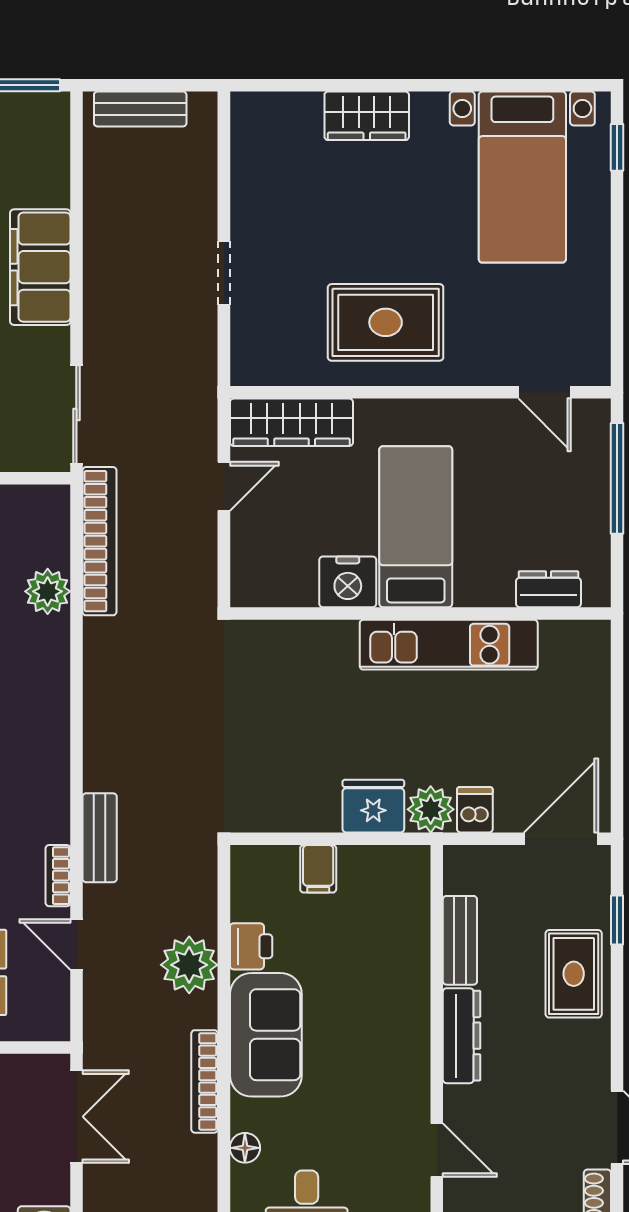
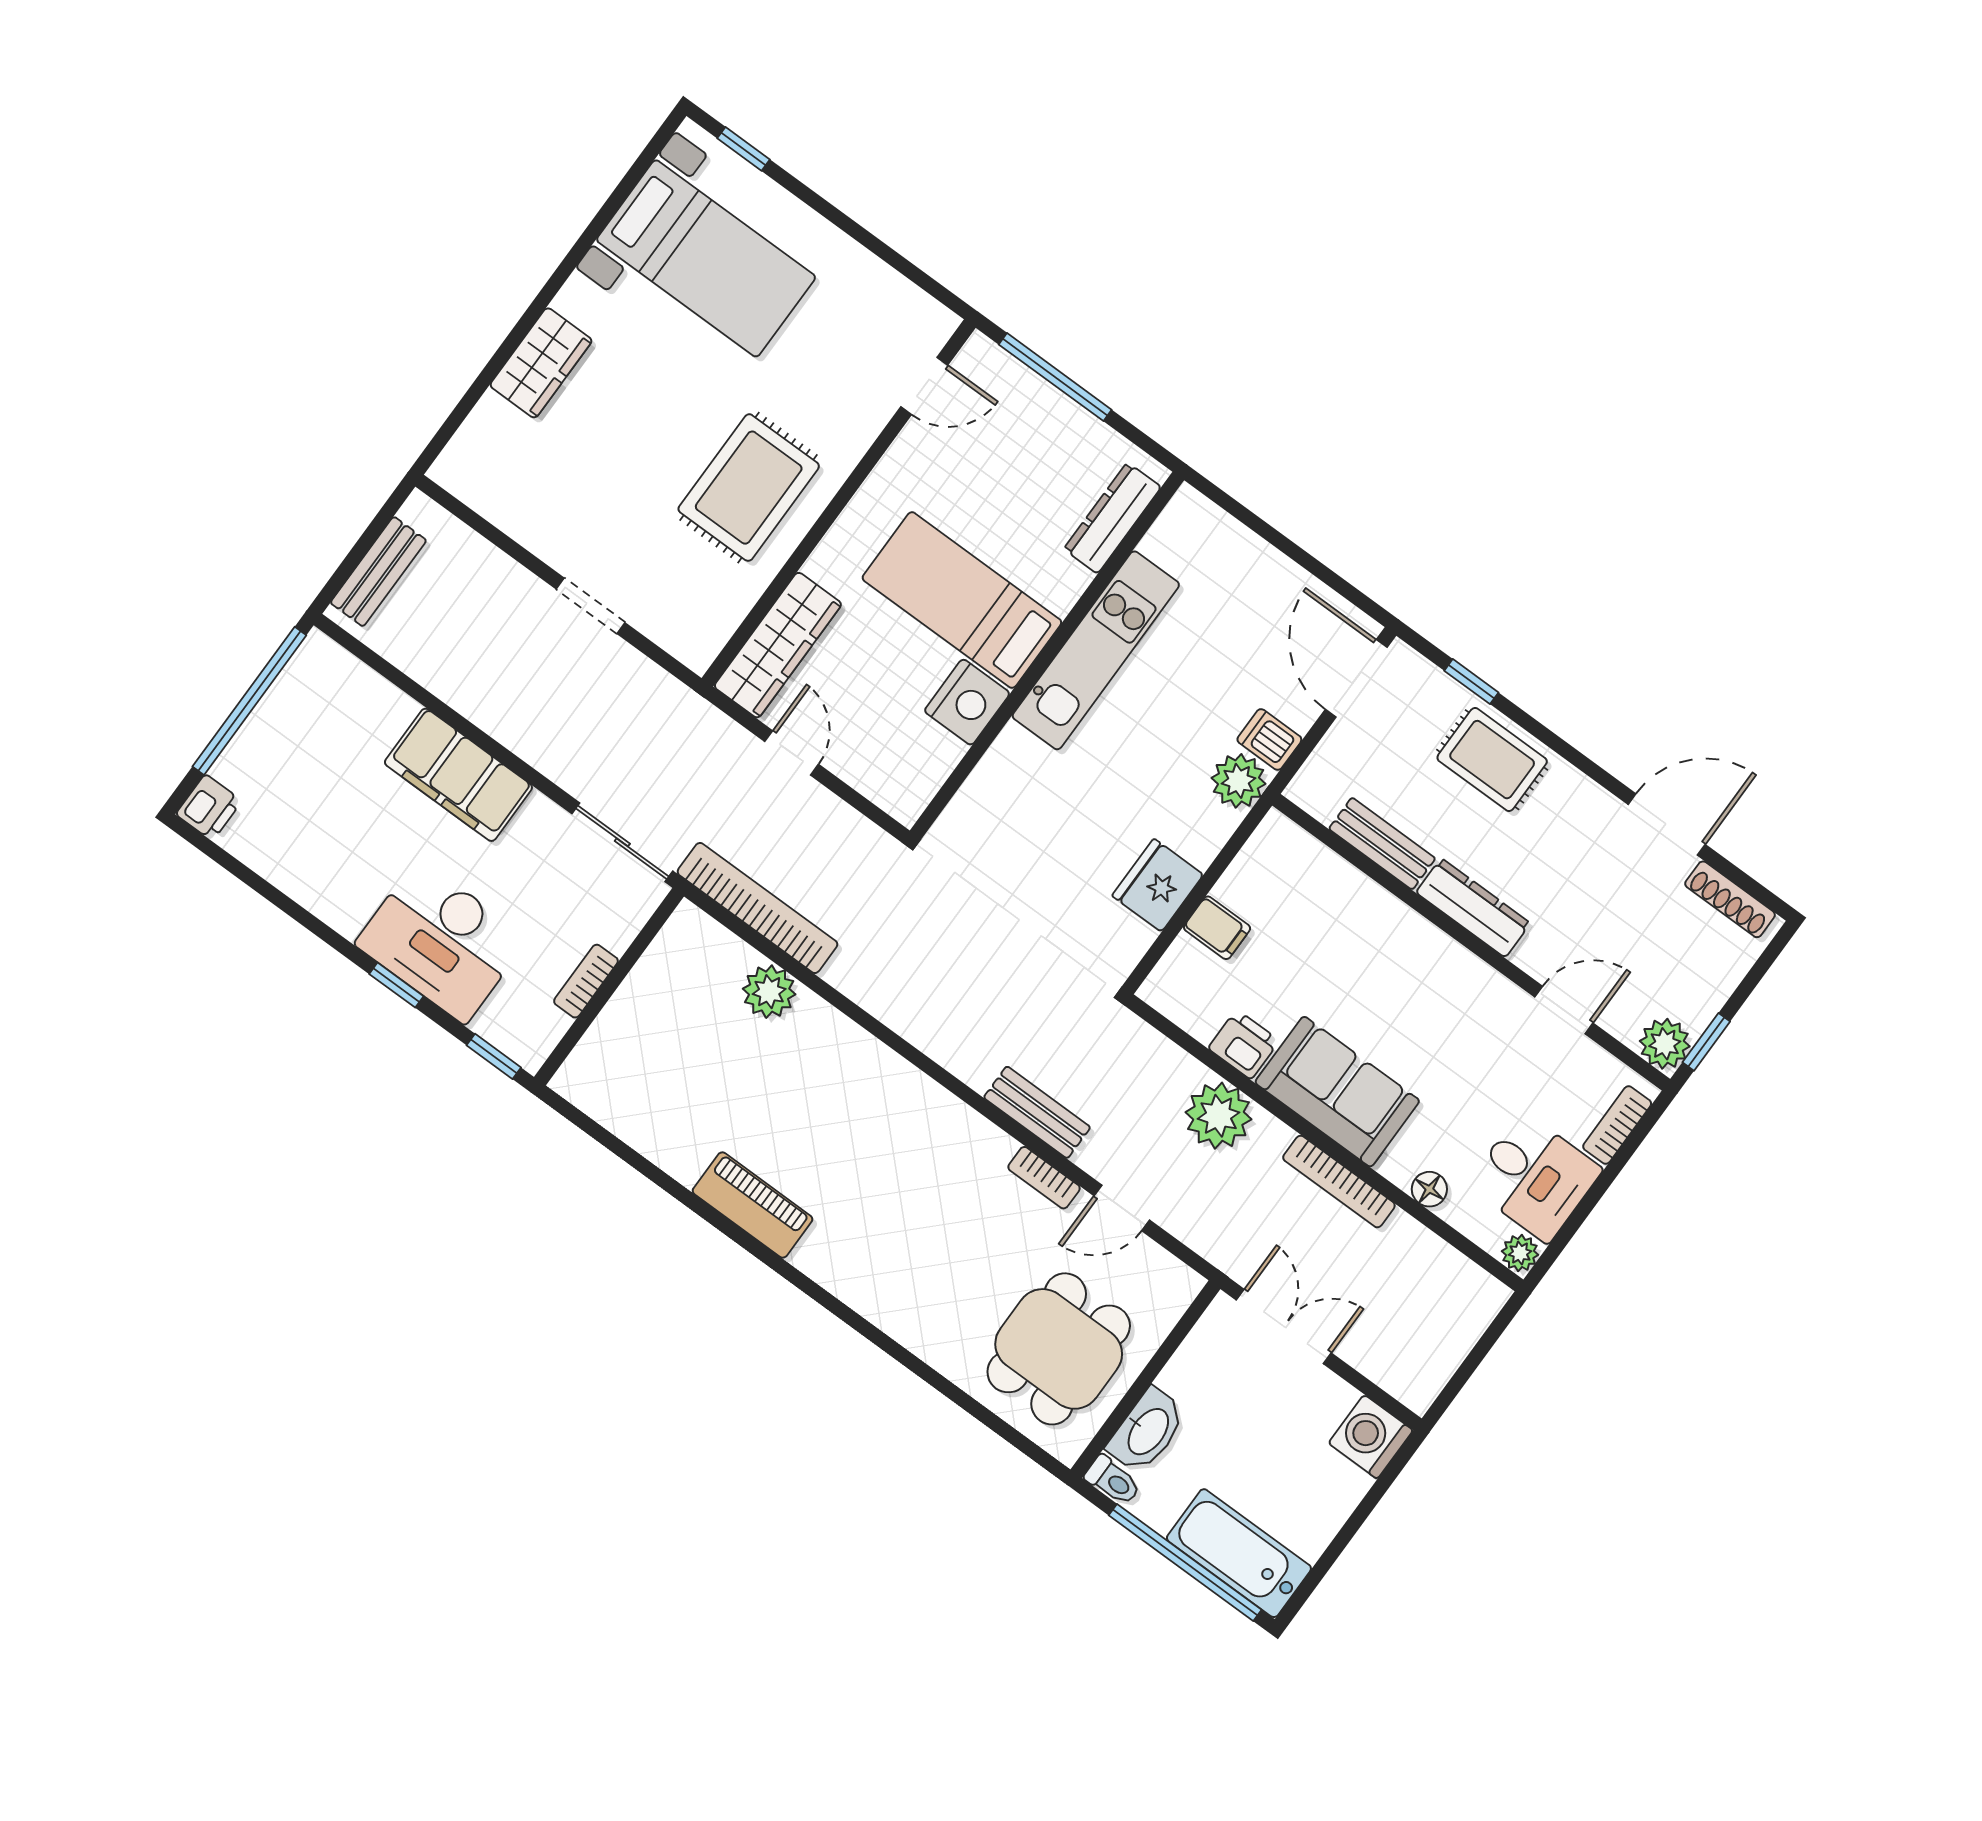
dresser: (548, 589) -> (1112, 518), width x1.44
fridge: (373, 806) -> (1158, 885), moved

